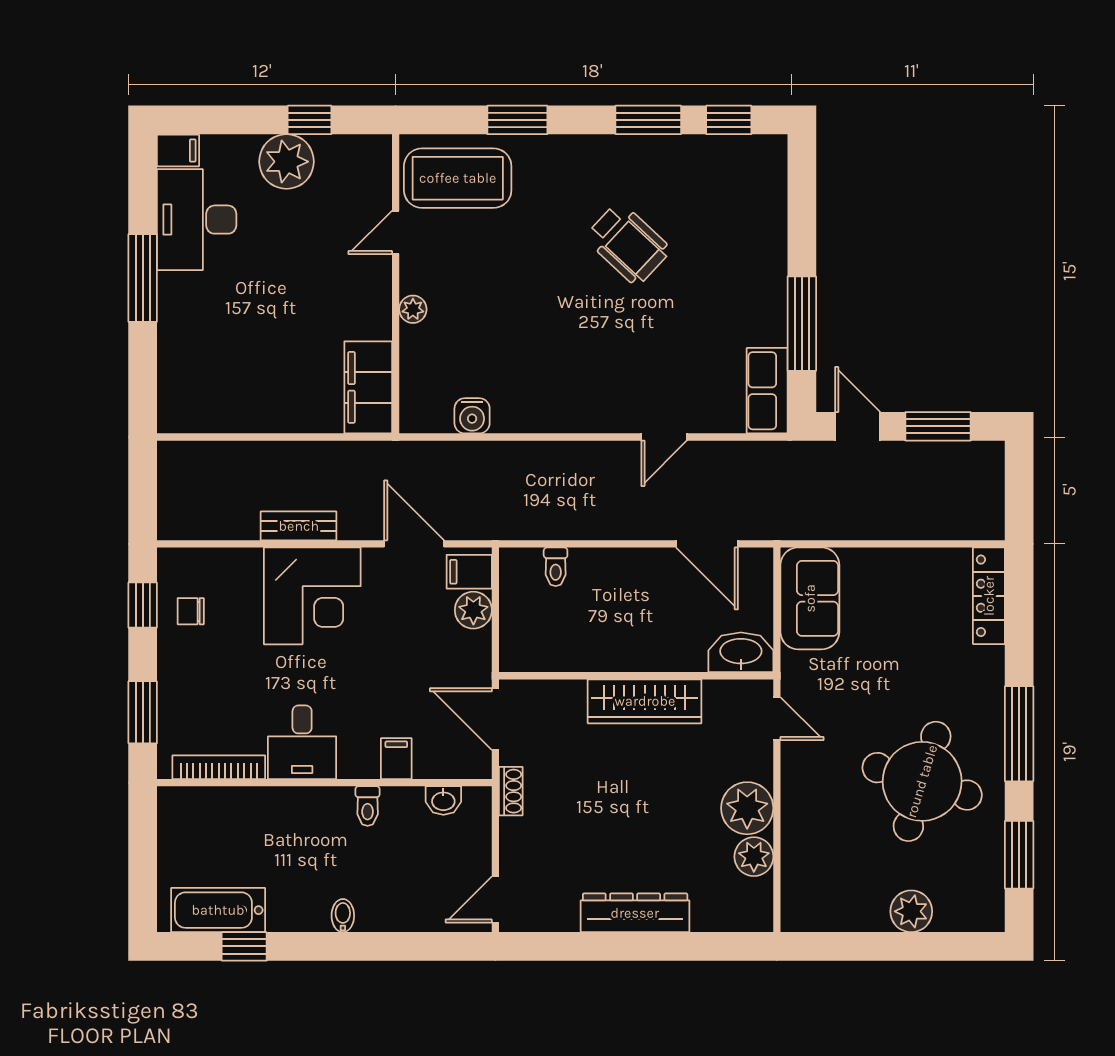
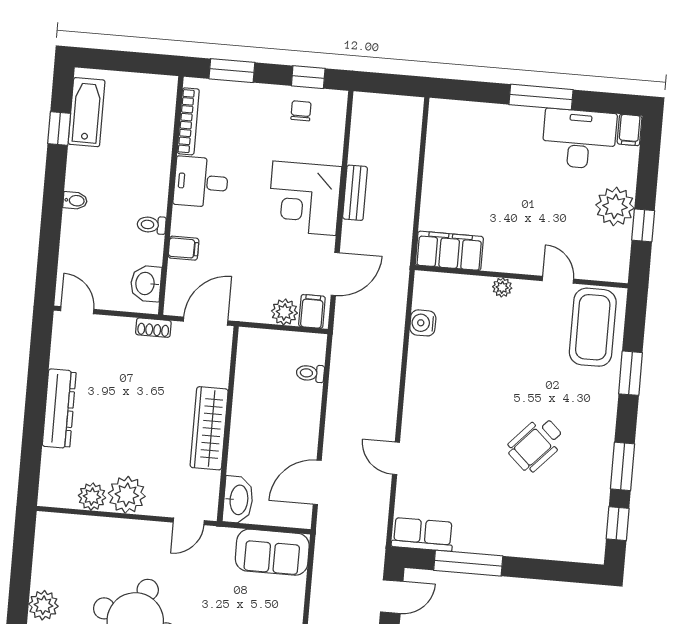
washbasin: (443, 800) -> (146, 284), width x1.38, depth x1.45

